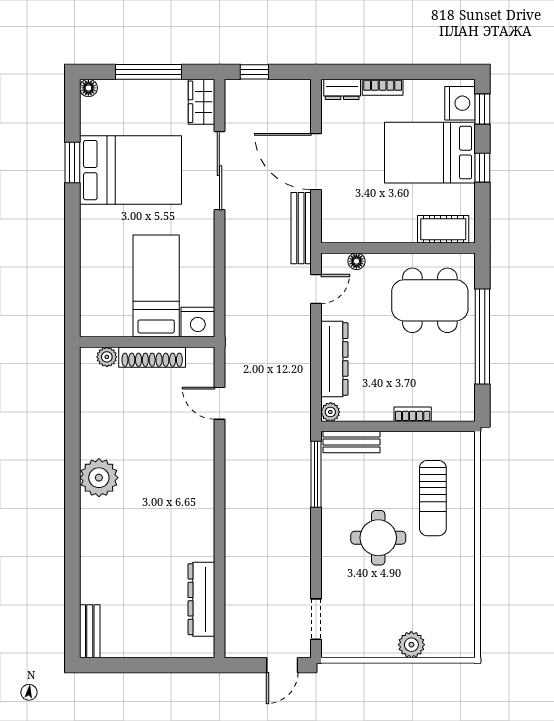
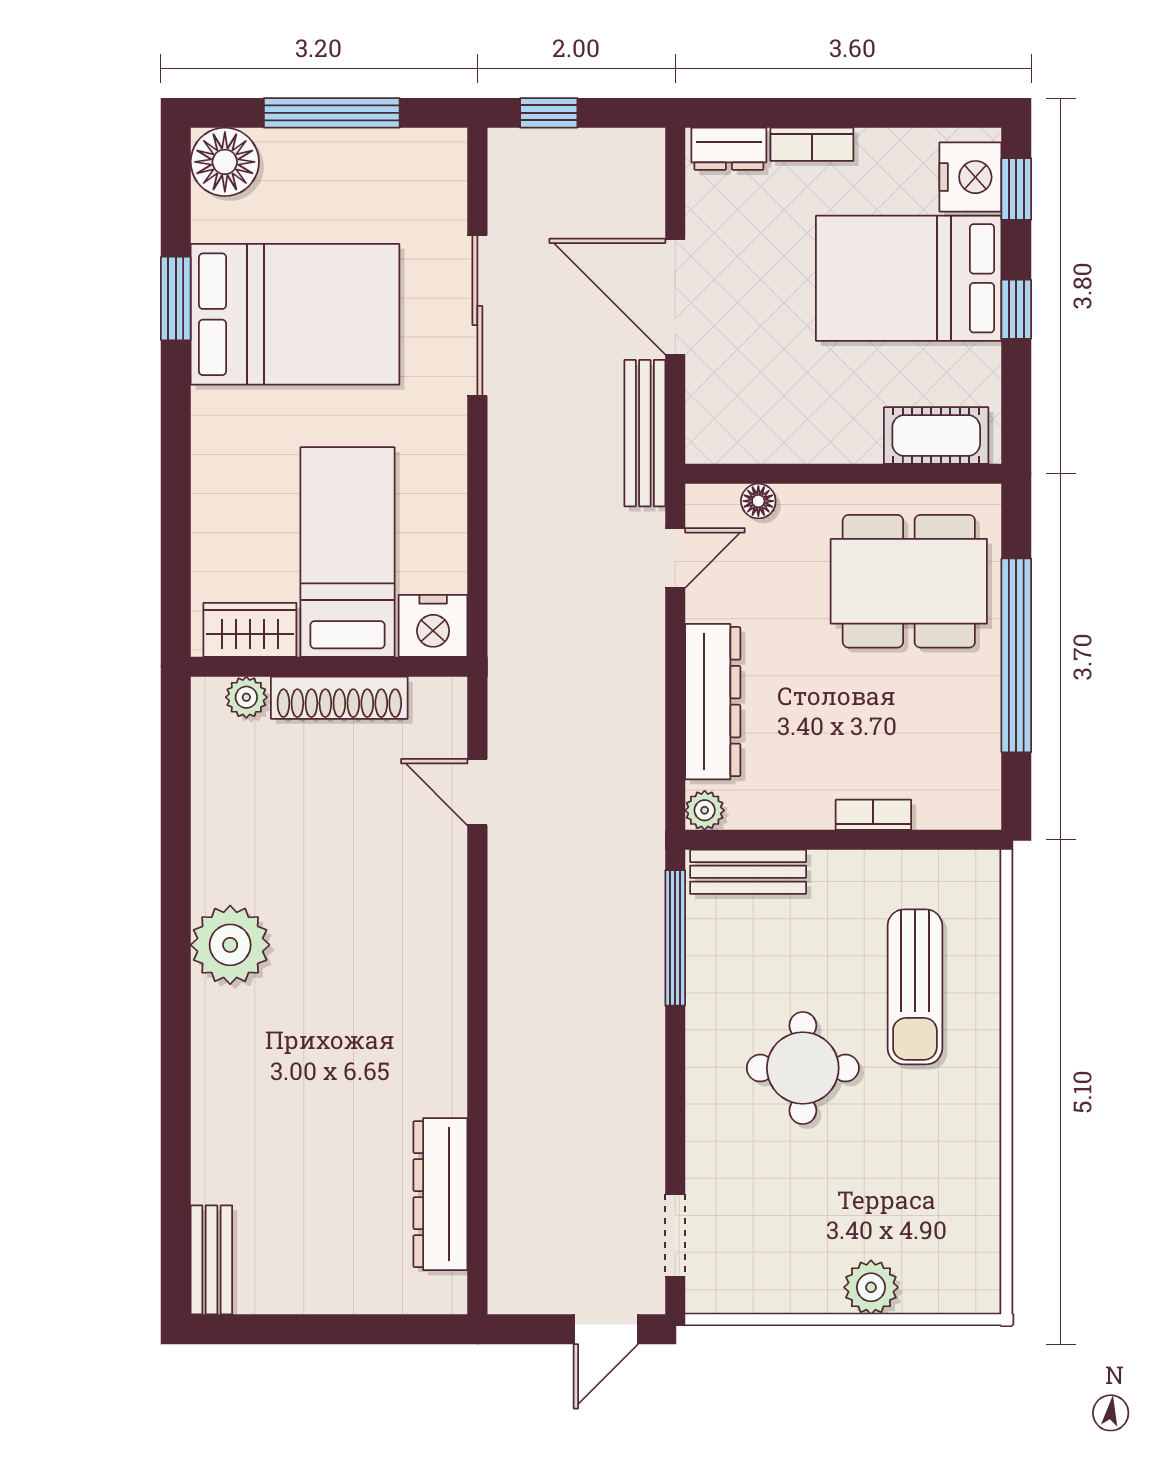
floor lamp: (88, 88) -> (225, 162), width x1.89, depth x1.89
wardrobe: (202, 102) -> (250, 630), moved, turned 90

